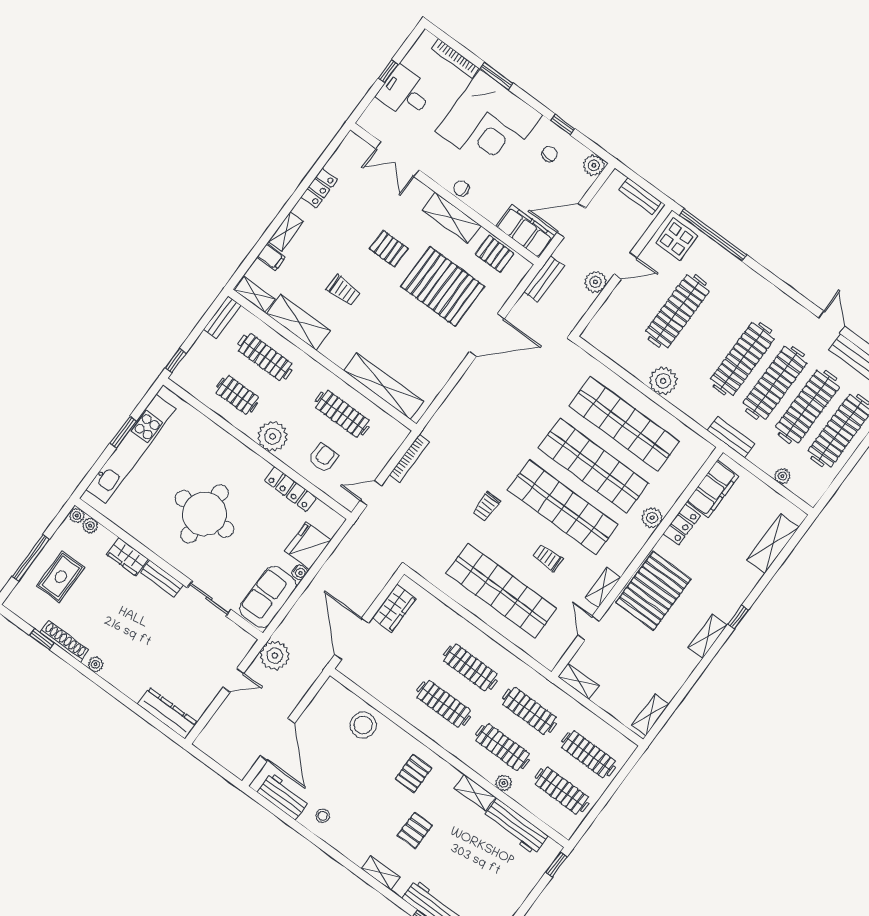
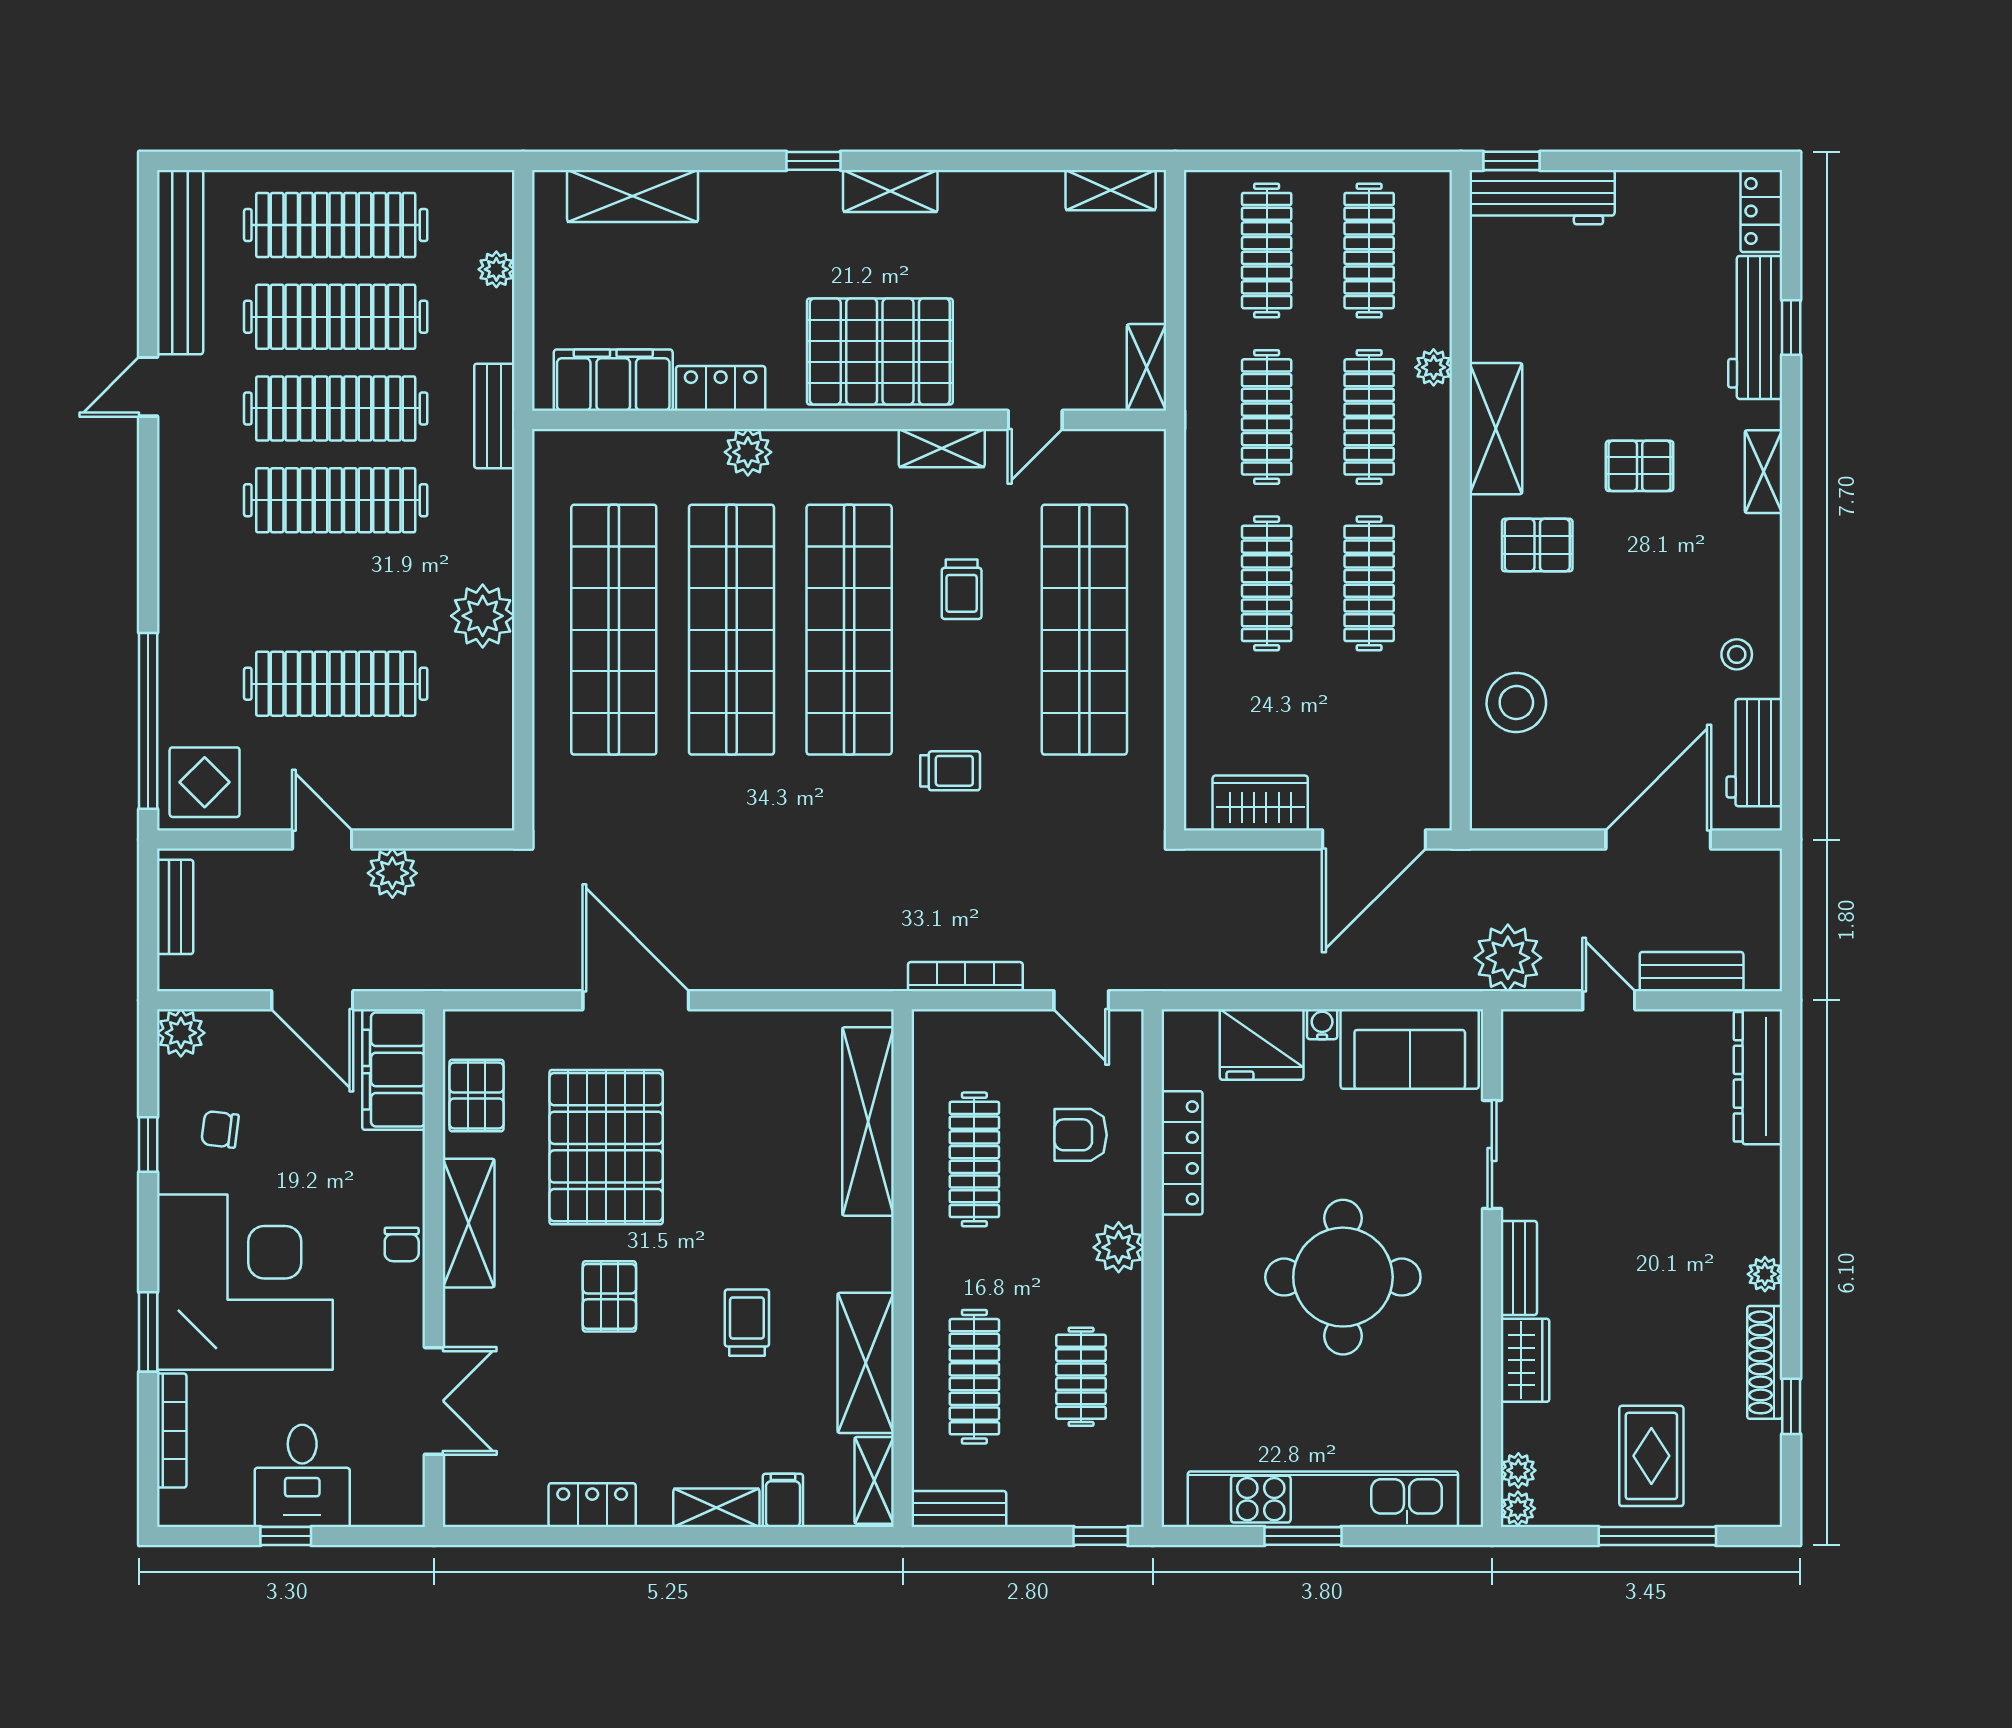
bench: (544, 279) -> (1692, 972), moved
plant: (273, 436) -> (1119, 1247), width x0.73, depth x0.73
rug: (61, 577) -> (1651, 1456), turned 90
shelving: (475, 793) -> (1496, 429), width x1.50, depth x1.33
workbench: (516, 826) -> (1542, 197), moved, turned 90

